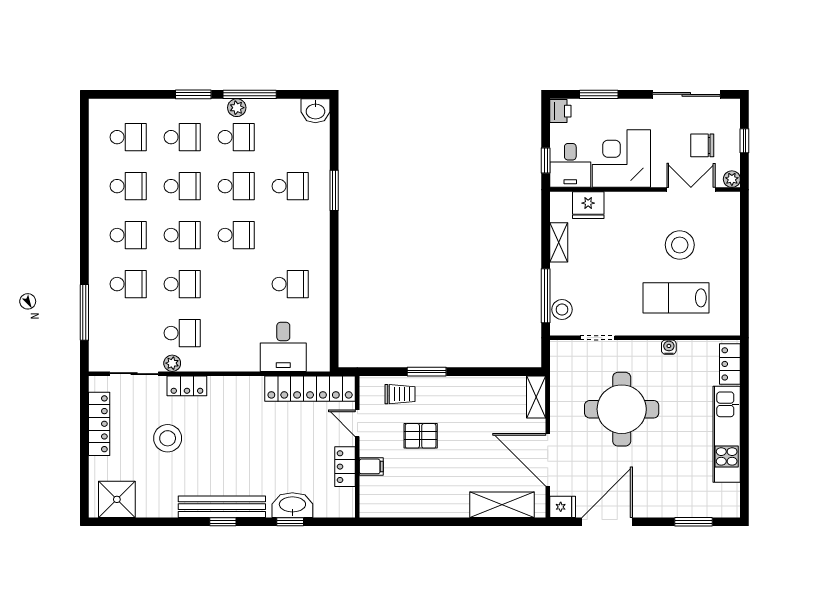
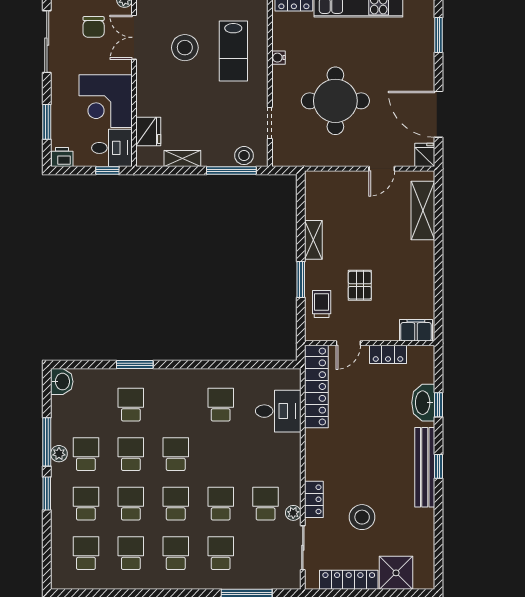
shelving: (536, 397) -> (313, 240), moved, turned 90
door: (548, 460) -> (382, 169), width x0.53
filing cabinet: (371, 466) -> (416, 330), moved, width x2.00
shower: (117, 499) -> (396, 573), moved

